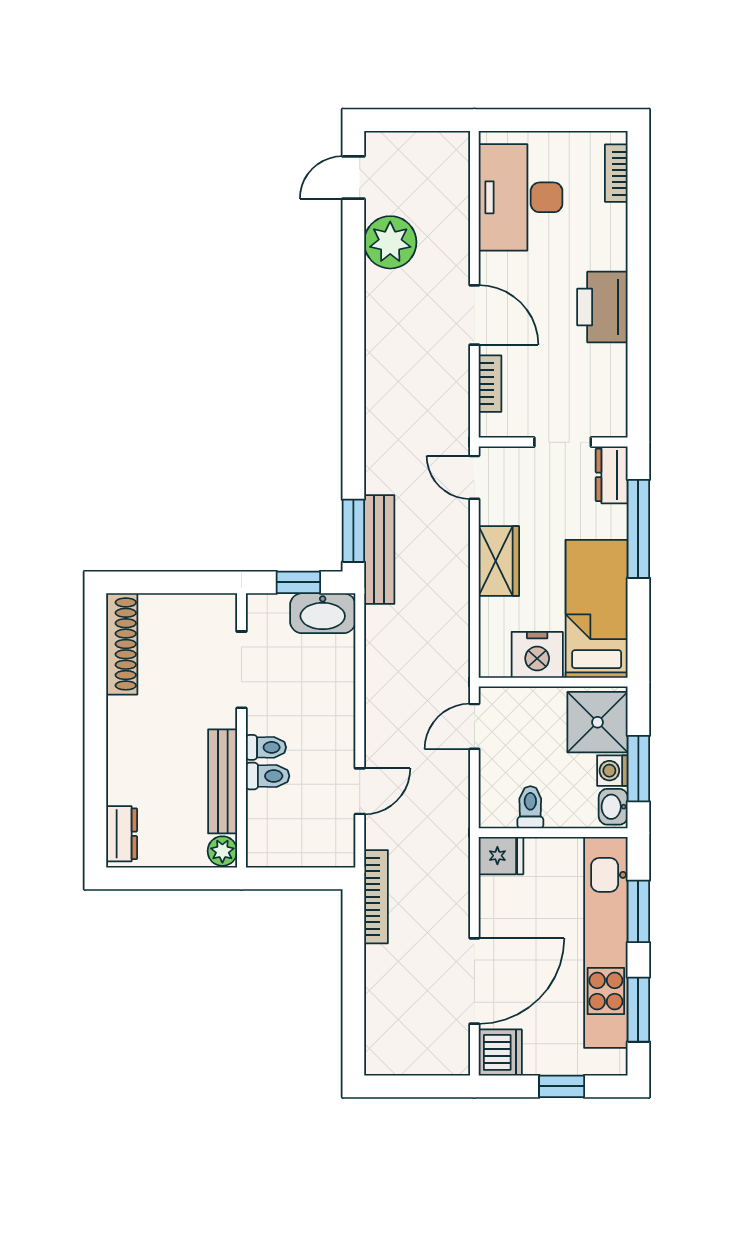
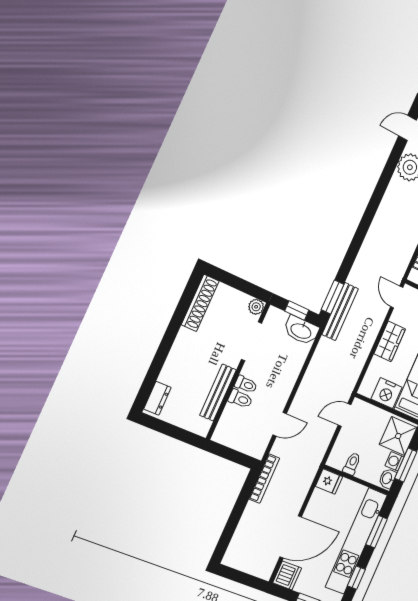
plant: (222, 851) -> (256, 307), moved
window: (638, 1010) -> (356, 578), width x0.67

